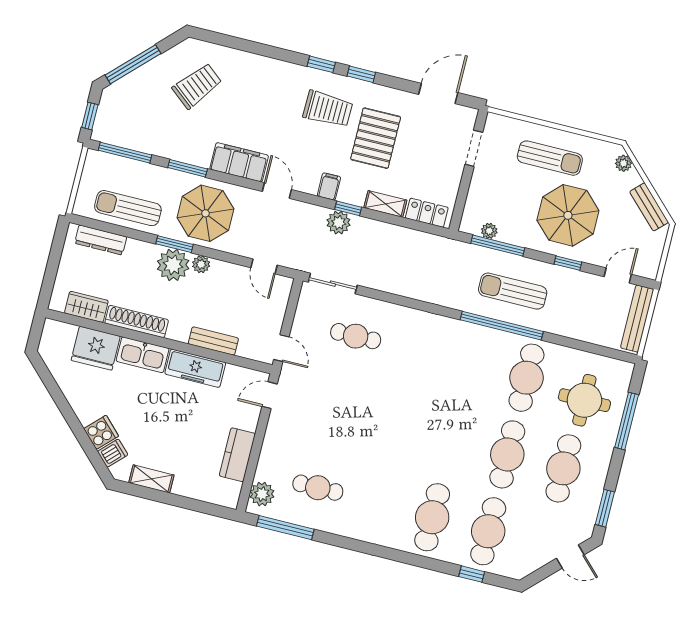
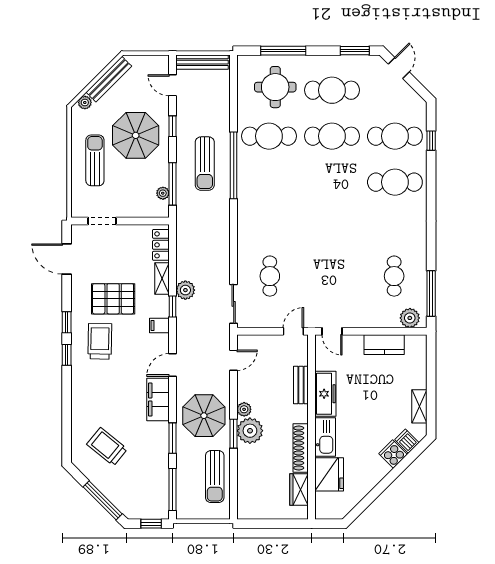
bench: (649, 207) -> (109, 79), width x1.36
plant: (339, 223) -> (185, 290), moved
dresser: (101, 240) -> (245, 491), removed

